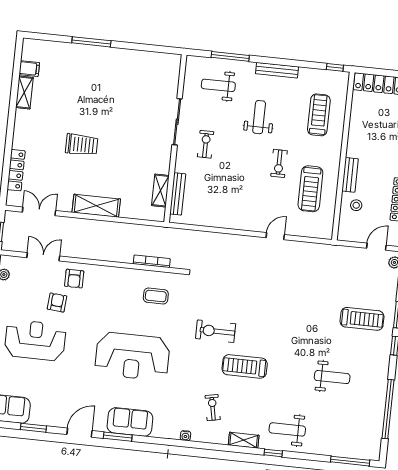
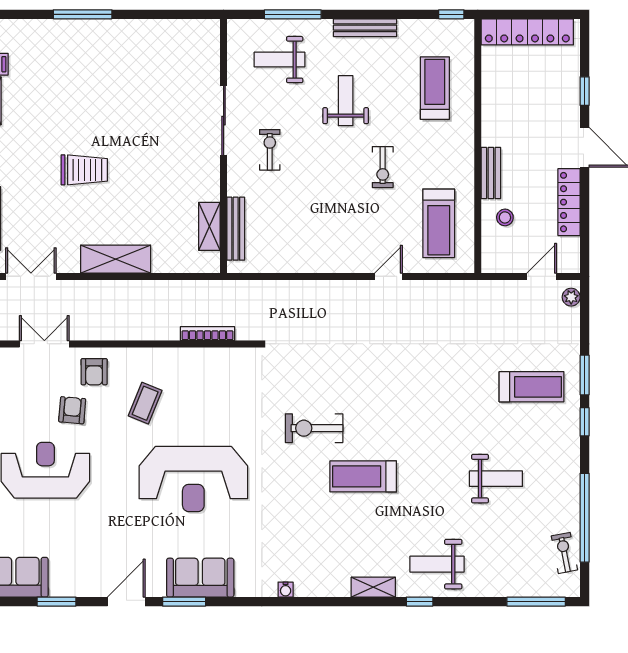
treadmill: (310, 189) -> (439, 223), moved
coffee table: (156, 296) -> (145, 403), moved, turned -68
exercise bike: (213, 408) -> (564, 553), moved

